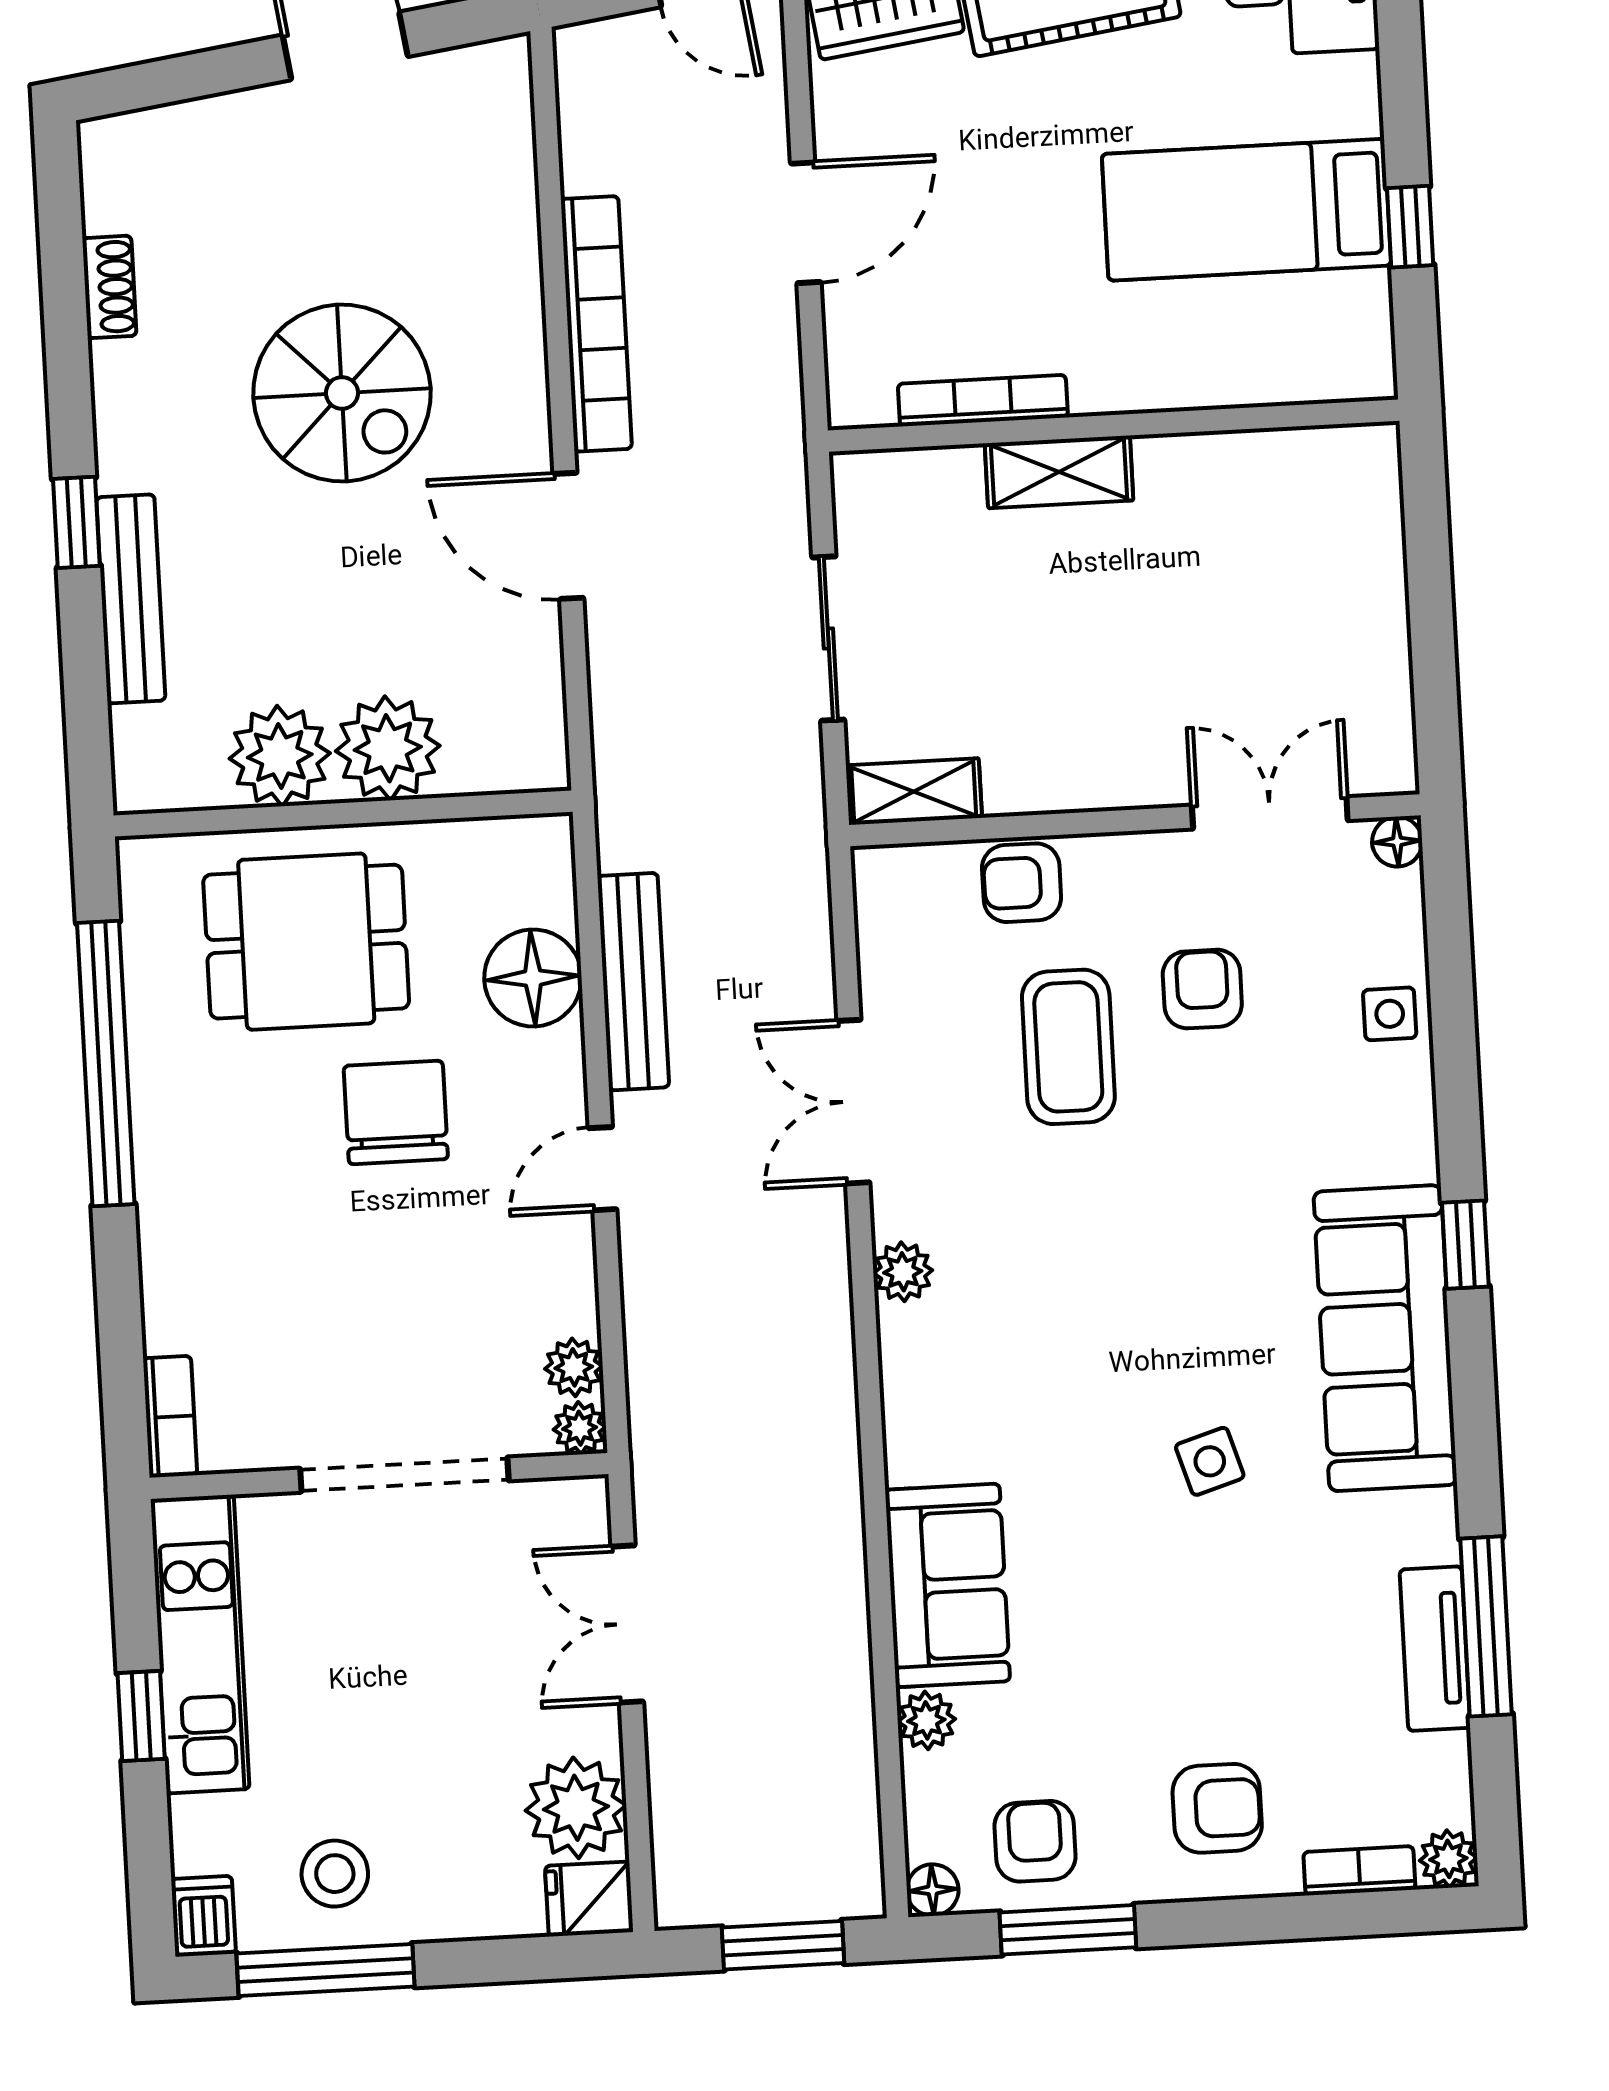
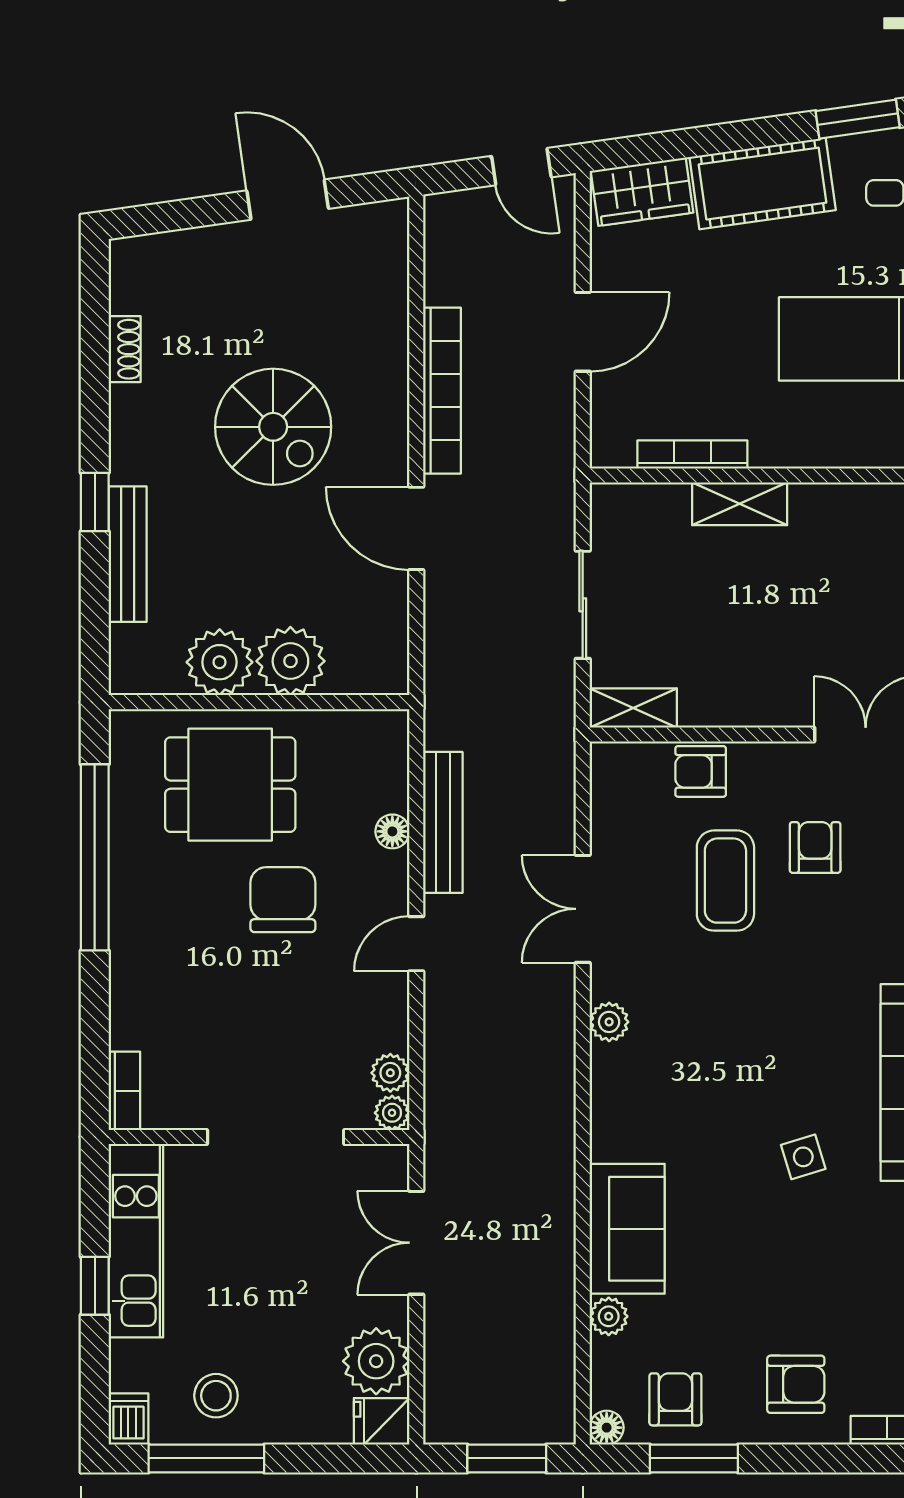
floor lamp: (533, 978) -> (392, 831), width x0.53, depth x0.53

